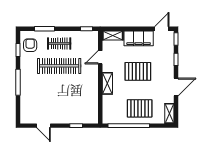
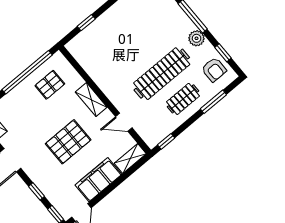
door: (100, 57) -> (124, 122), swing flipped
plant: (26, 69) -> (197, 38), added
pallet: (140, 108) -> (50, 85), moved, width x0.67, depth x0.71

